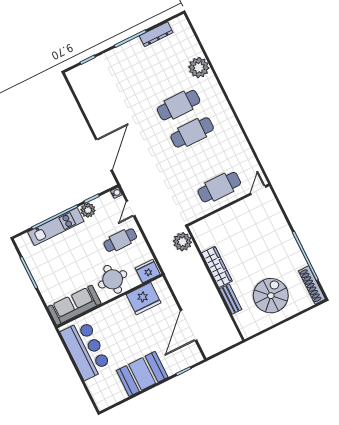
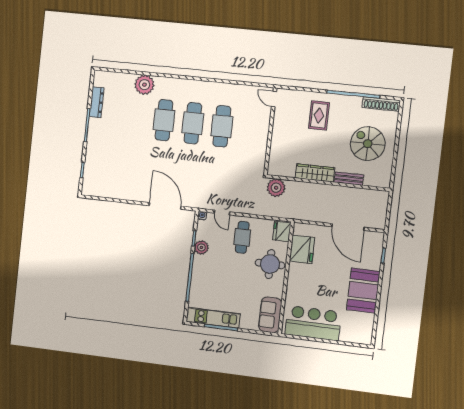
cafe table: (219, 187) -> (222, 126), moved
kitchen unit: (56, 227) -> (213, 318), moved, turned -90
rug: (269, 238) -> (319, 115), added
sofa: (74, 305) -> (270, 315), width x0.73

